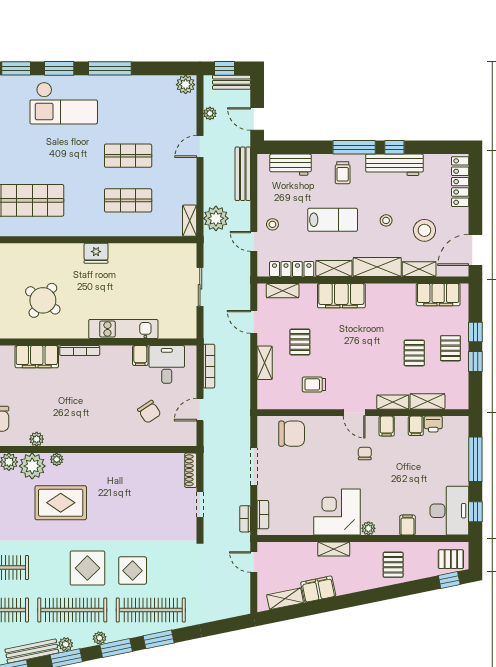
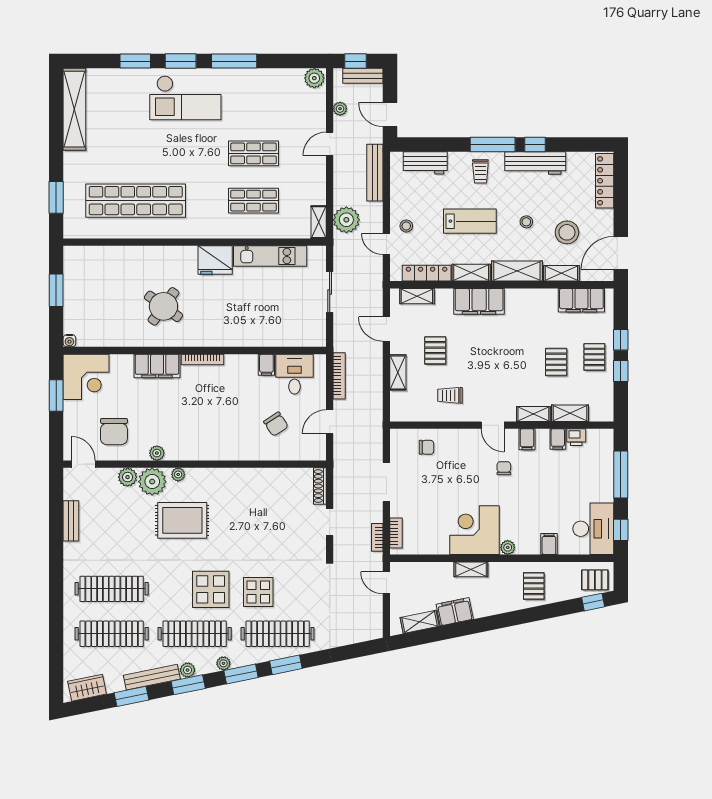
fridge: (96, 253) -> (215, 260), width x1.36, depth x1.34
kitchen unit: (123, 329) -> (270, 256), moved, turned 180
chair: (292, 434) -> (426, 447), width x0.54, depth x0.54

